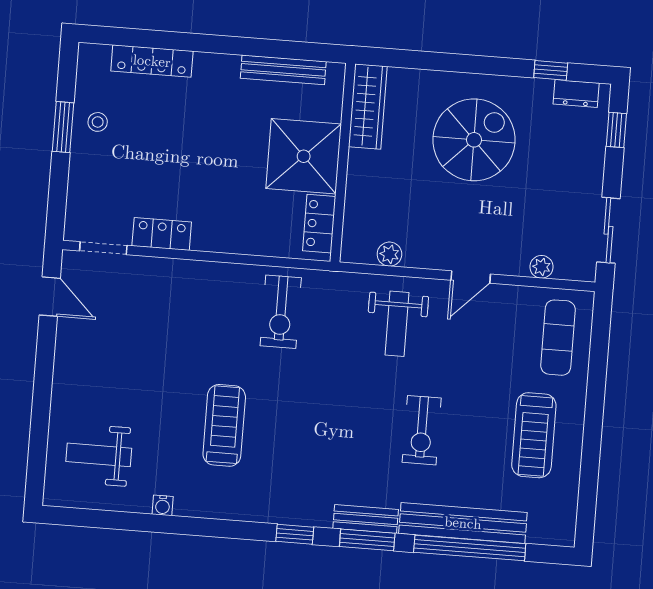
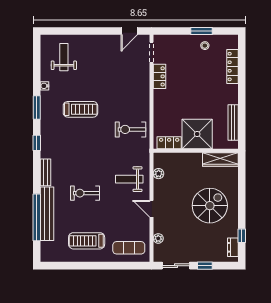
window: (616, 130) -> (205, 266), moved
spiral stairs: (474, 140) -> (210, 206), turned -90
window: (367, 540) -> (37, 108), moved

